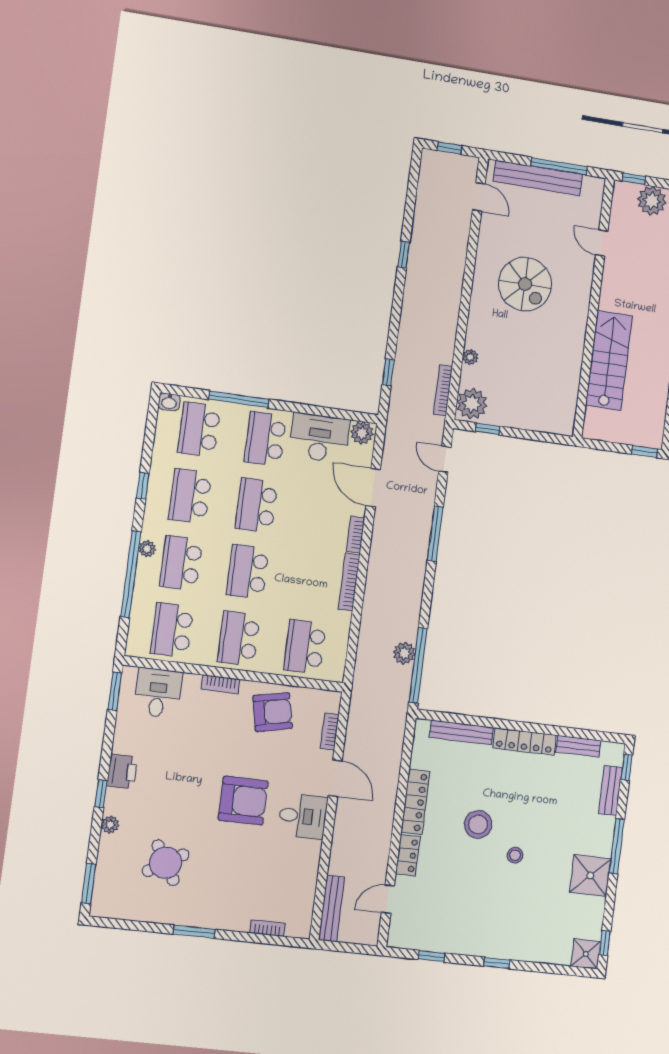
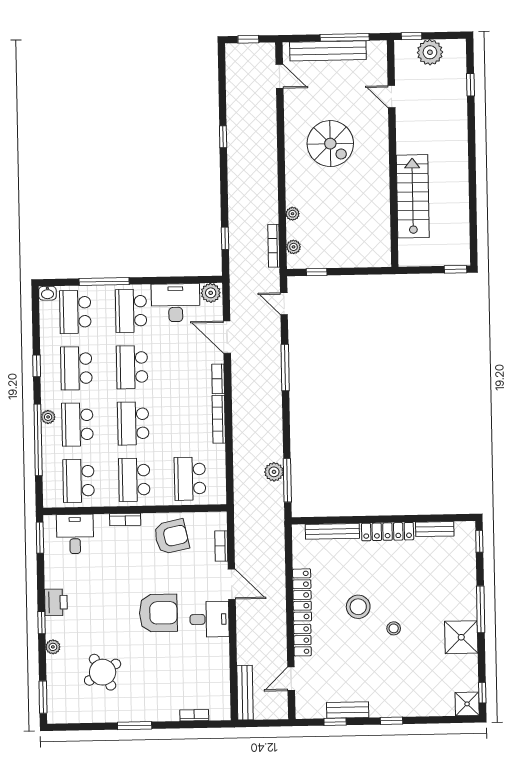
plant: (472, 404) -> (294, 247), width x0.53, depth x0.53
window: (418, 665) -> (287, 480), width x0.68
bench: (610, 790) -> (348, 710), moved, turned 90

